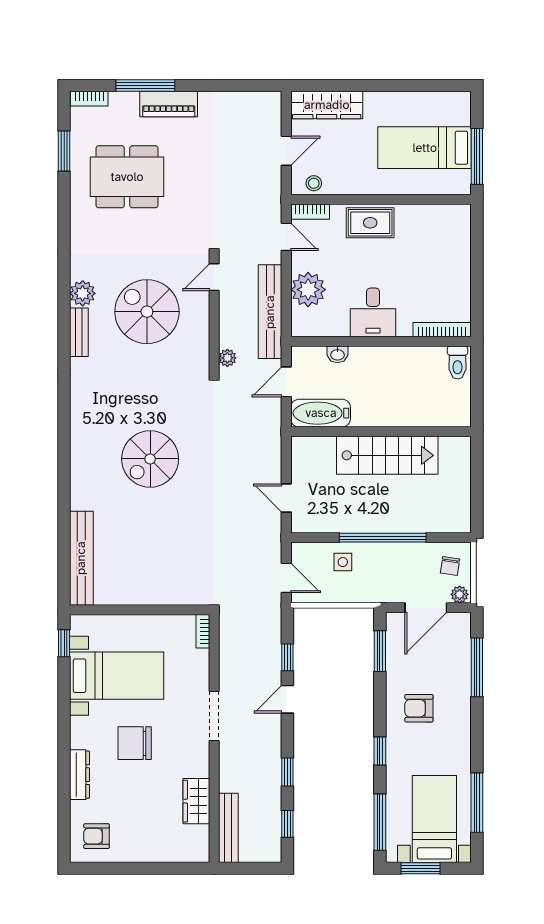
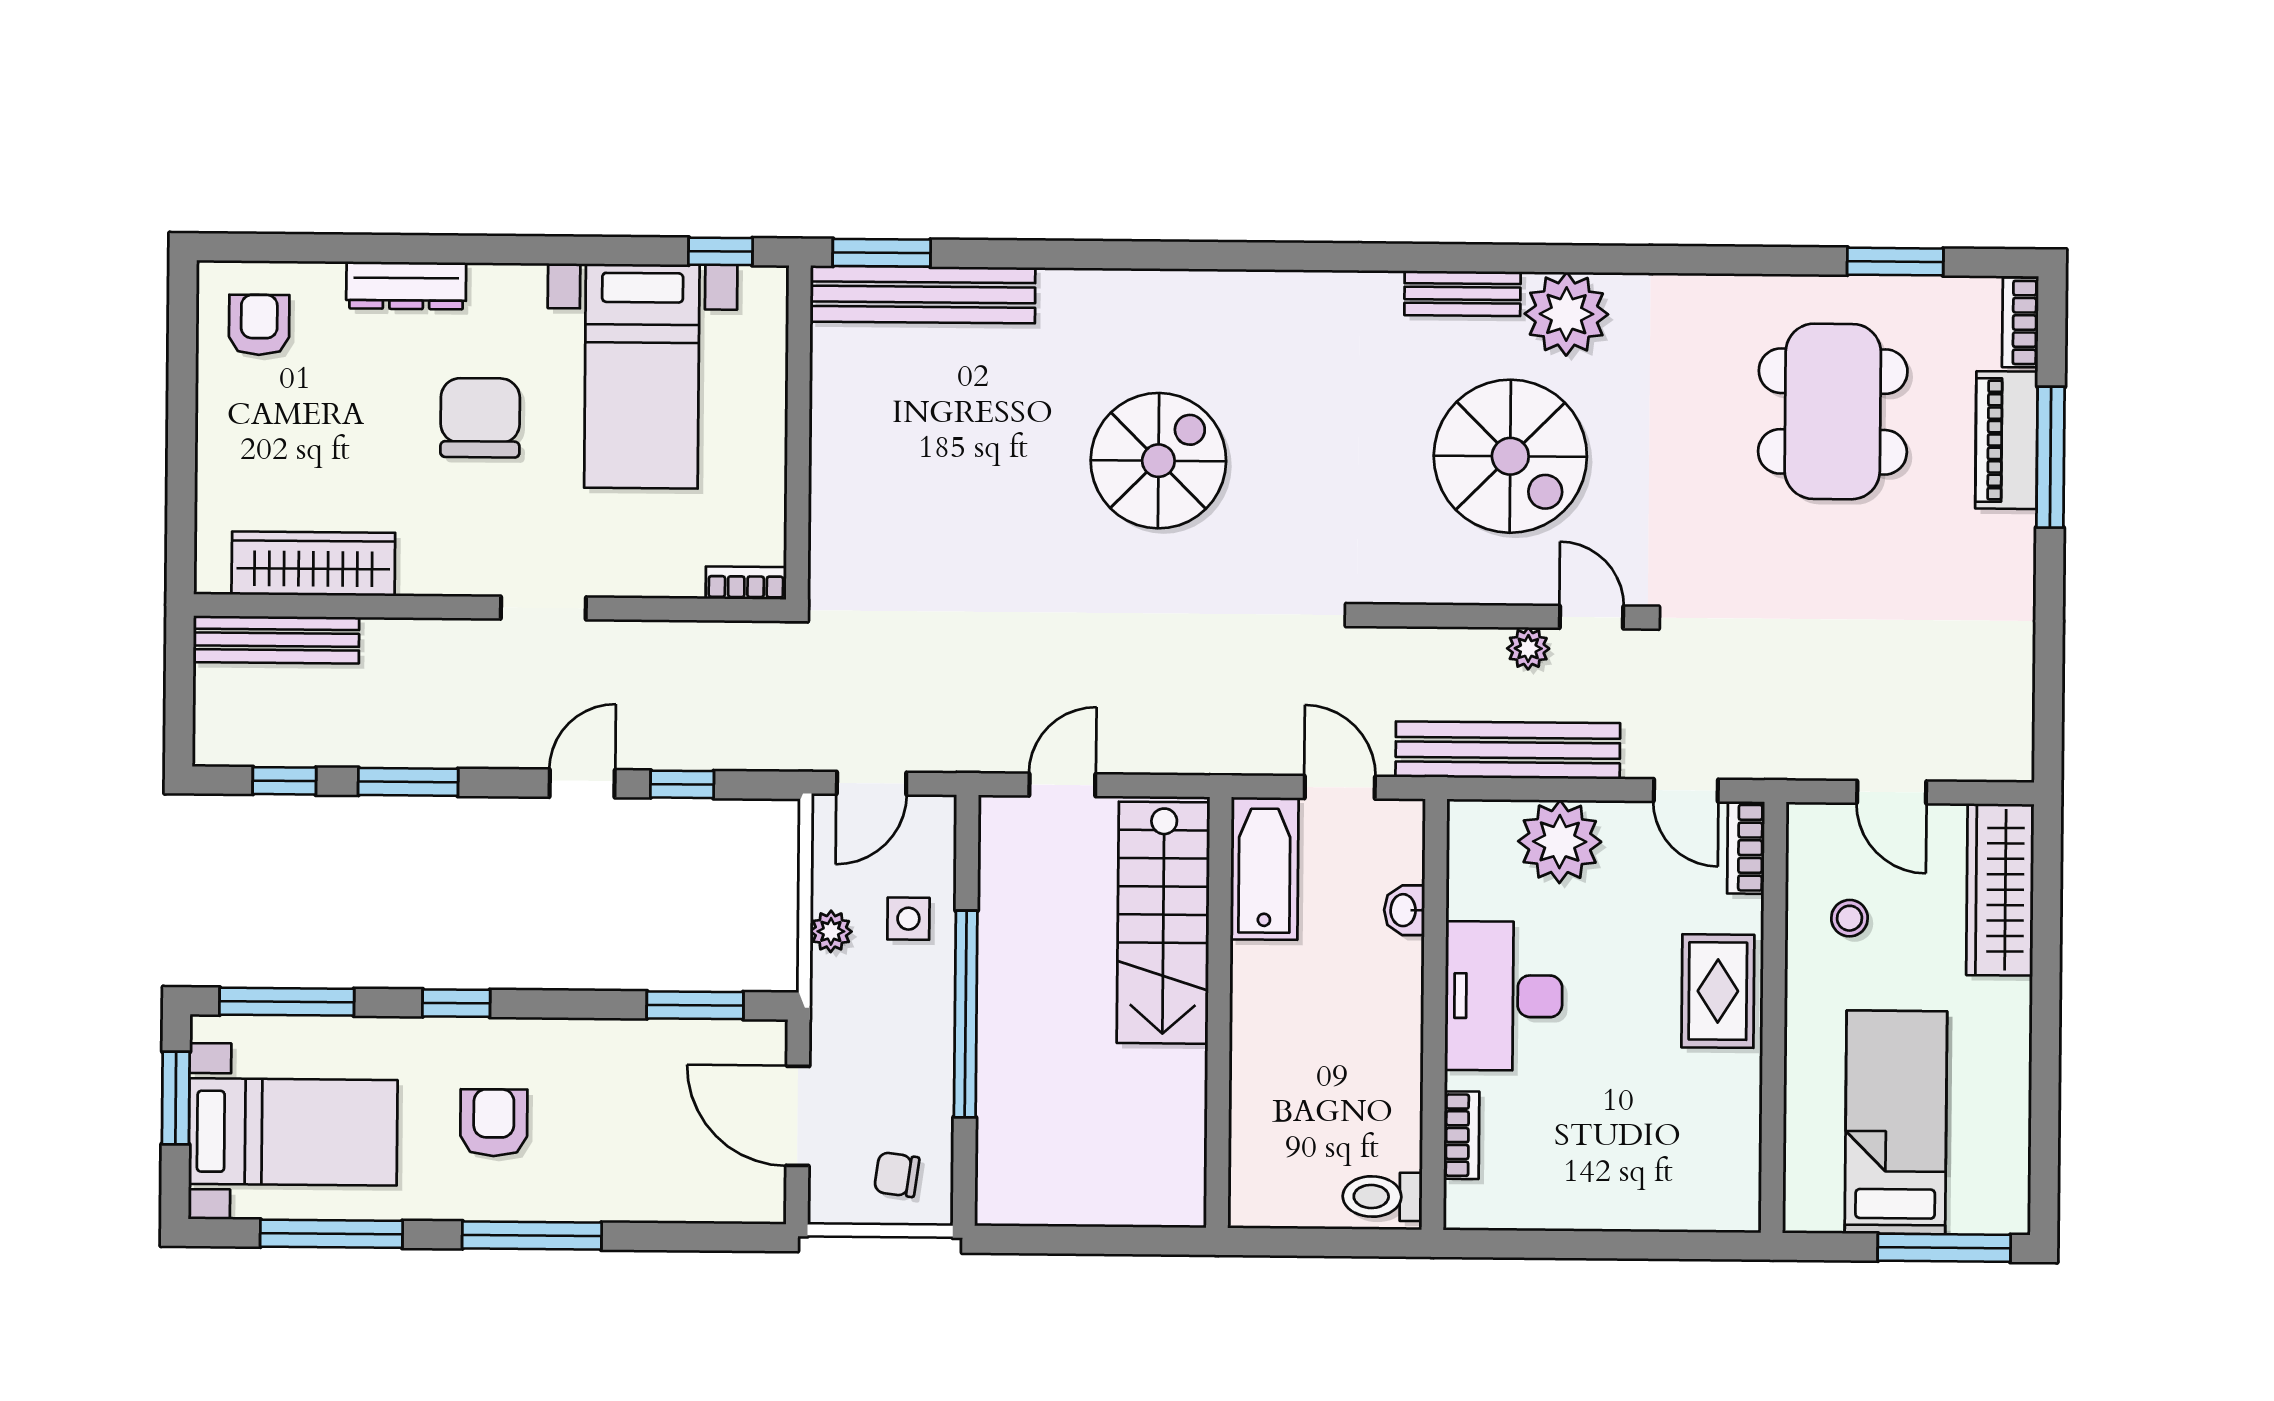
piano: (169, 104) -> (2006, 440), moved
window: (477, 156) -> (1944, 1248), moved
stool: (314, 183) -> (1850, 918), moved
door: (286, 237) -> (1686, 790), hinge flipped
plant: (83, 293) -> (1566, 314), width x1.36, depth x1.36
spiral stairs: (147, 312) -> (1510, 456), turned 90
desk: (373, 312) -> (1504, 996), width x1.37
bookcase: (442, 330) -> (1461, 1135), width x0.64
plant: (227, 358) -> (1528, 648), moved
stairs: (387, 455) -> (1163, 923), moved
spiral stairs: (150, 459) -> (1158, 461), turned 90
window: (64, 576) -> (882, 253), added
plant: (460, 594) -> (831, 931), moved
window: (477, 667) -> (532, 1235), moved
door: (287, 699) -> (582, 783), hinge flipped
armchair: (419, 708) -> (494, 1123), moved
doorway: (214, 716) -> (543, 608), width x0.73
window: (287, 772) -> (408, 782), width x1.50
wardrobe: (196, 801) -> (313, 564), width x1.50

